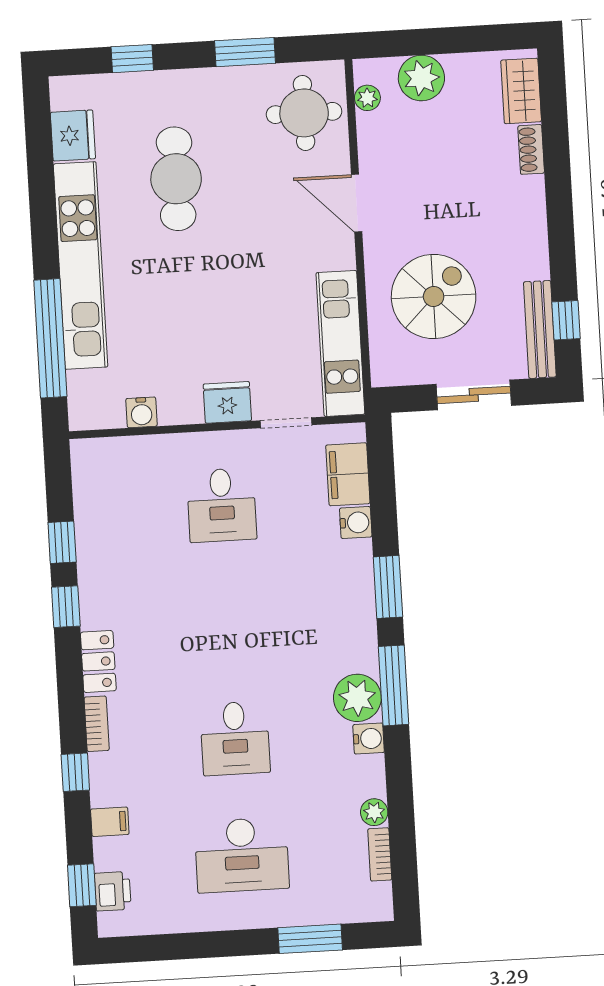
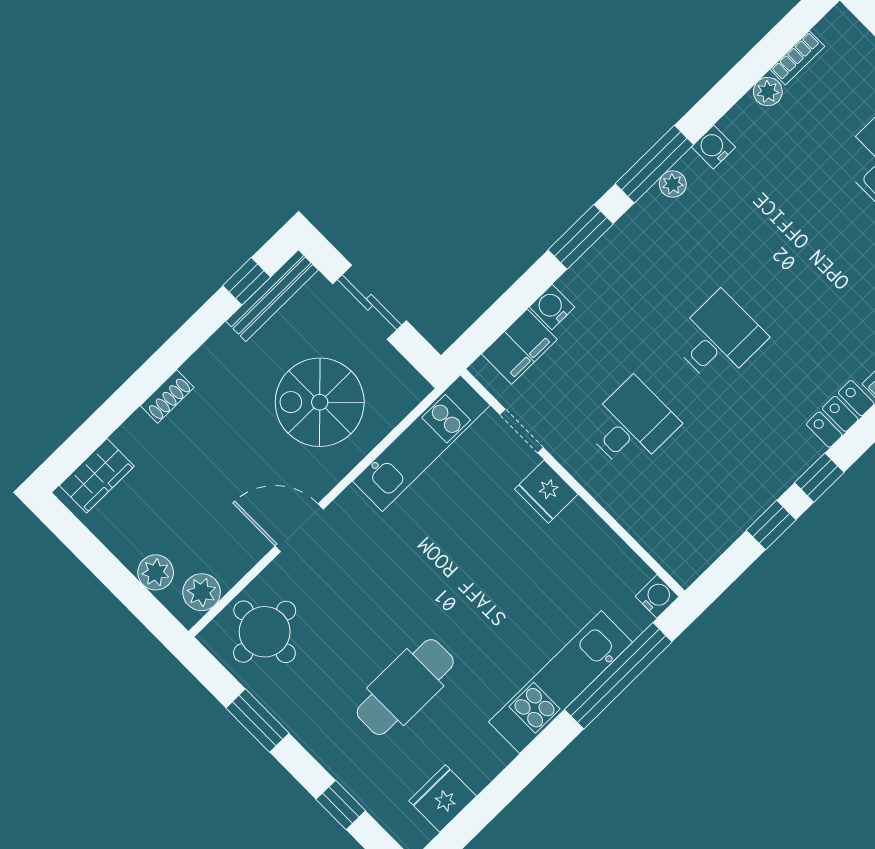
plant: (421, 78) -> (156, 572), width x0.73, depth x0.73
plant: (367, 98) -> (202, 592), width x1.38, depth x1.38
shoe rack: (531, 149) -> (167, 396), moved
door: (357, 203) -> (299, 528), swing flipped
kitchen unit: (81, 265) -> (560, 682), width x0.73
water cooler: (141, 412) -> (657, 596), moved
plant: (357, 698) -> (673, 184), width x0.53, depth x0.53
desk: (235, 738) -> (719, 339), moved

